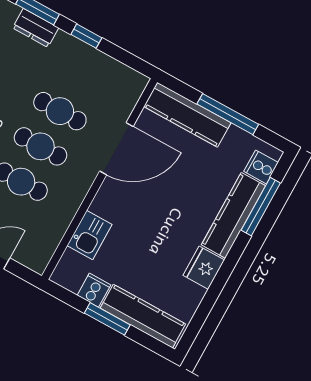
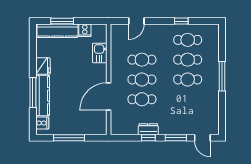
dresser: (36, 28) -> (148, 129), moved
kitchen counter: (187, 115) -> (86, 128), removed
window: (261, 207) -> (33, 93), moved
window: (107, 319) -> (62, 21), moved

